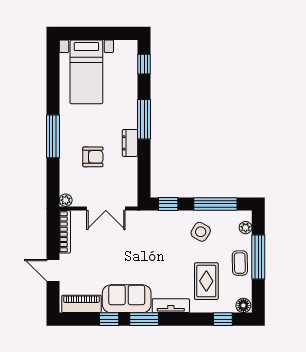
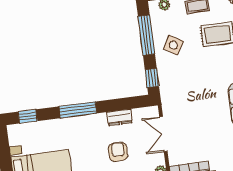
dresser: (130, 143) -> (120, 117), moved
double door: (106, 208) -> (163, 134), swing flipped

